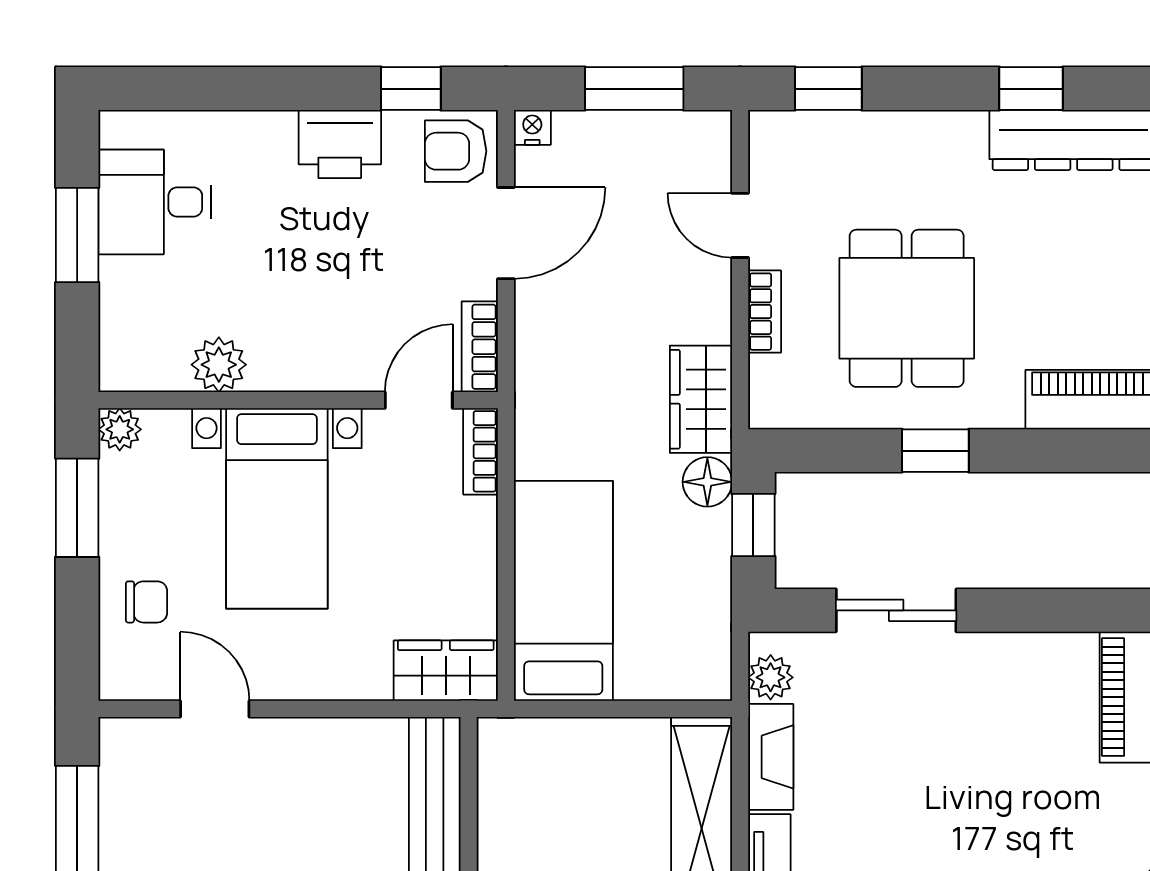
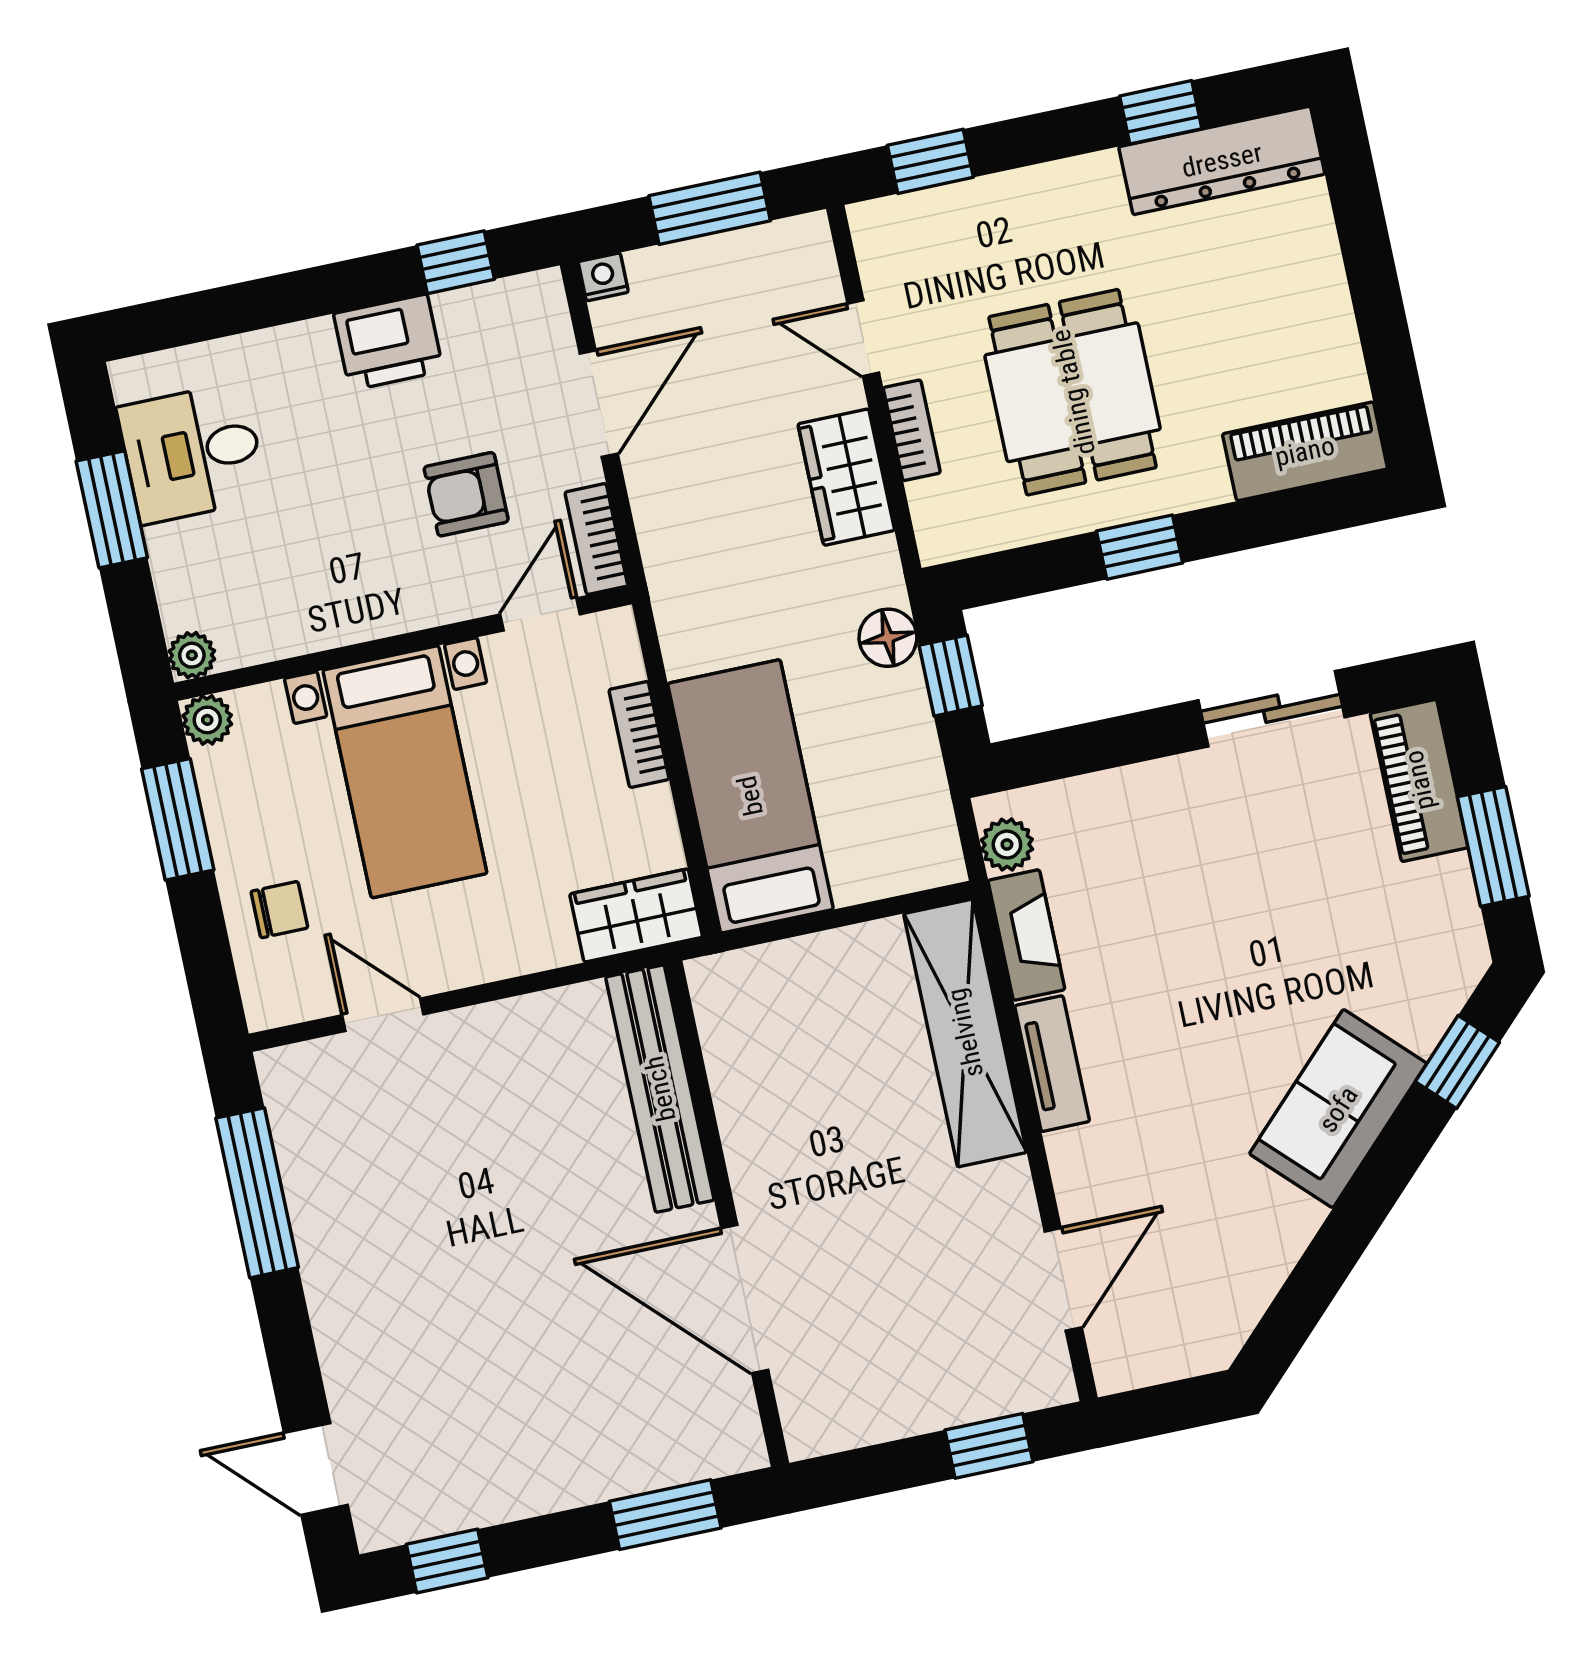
armchair: (456, 151) -> (466, 494), moved
plant: (219, 365) -> (192, 655), moved, width x0.73, depth x0.73
wardrobe: (701, 399) -> (846, 477), moved
bookcase: (480, 451) -> (639, 734), moved
sliding door: (896, 610) -> (1272, 709), moved

